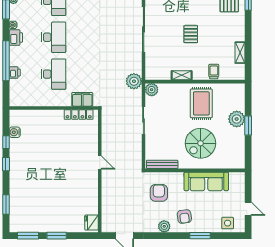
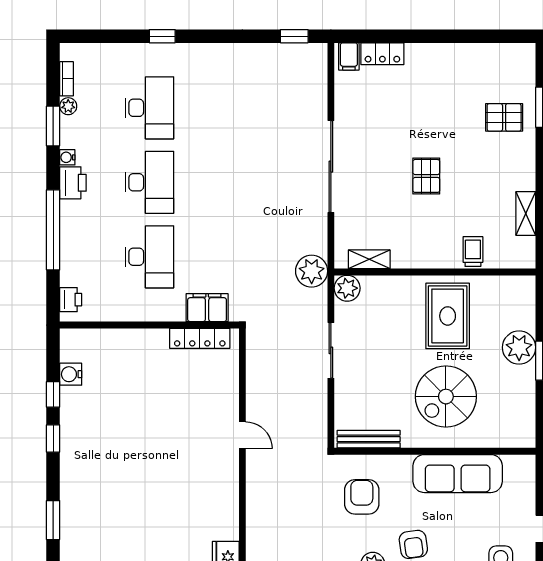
printer: (15, 73) -> (71, 300), moved
shelving: (182, 75) -> (369, 259), moved

